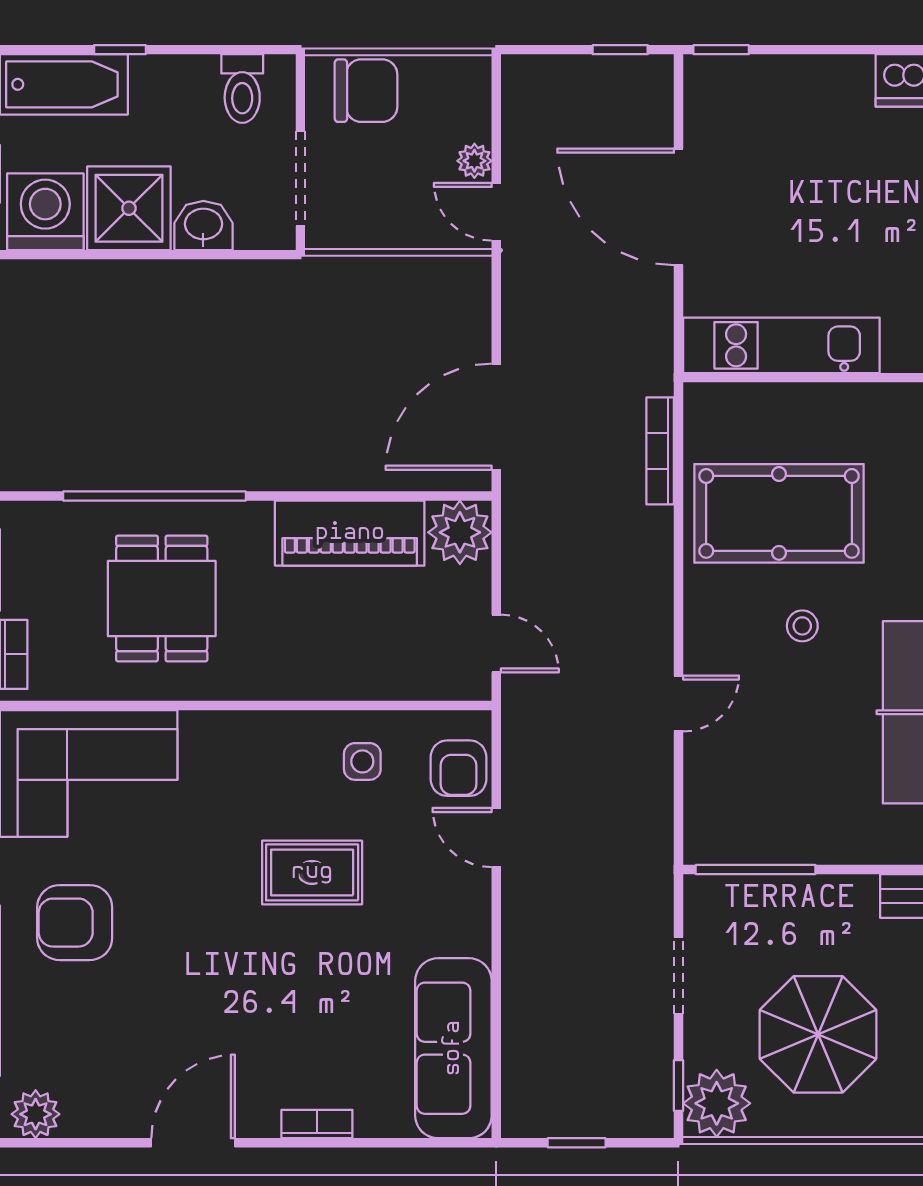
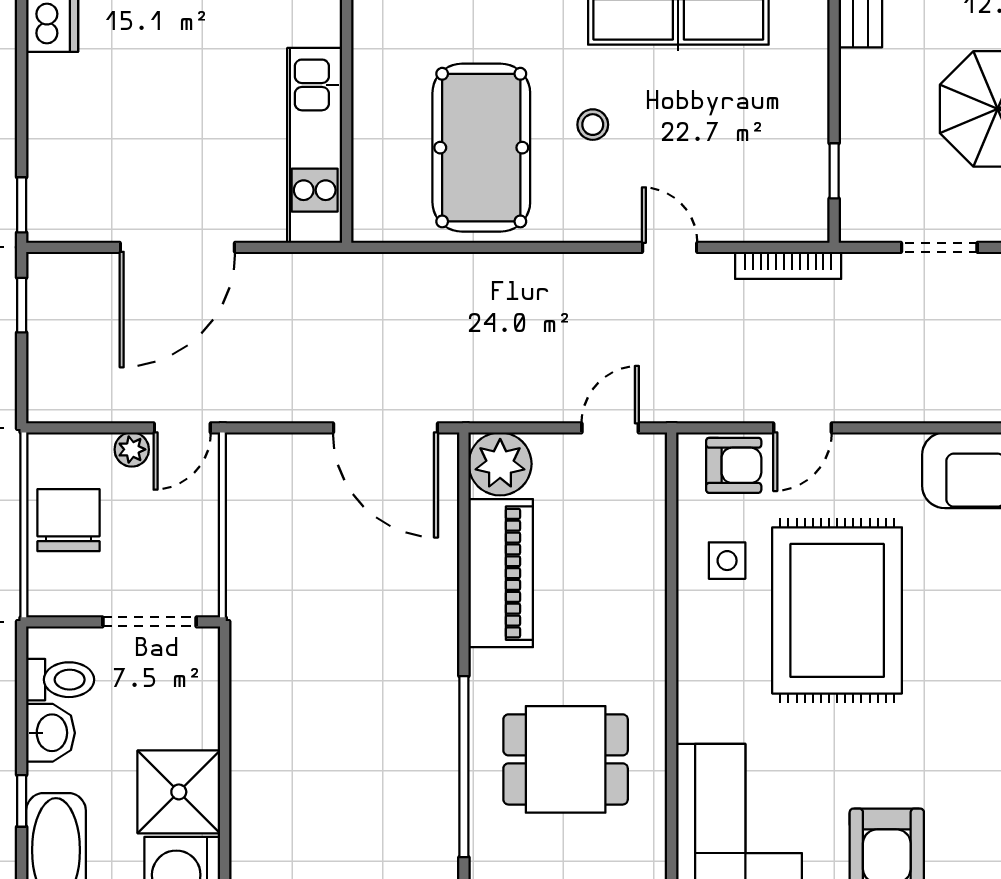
chair: (366, 91) -> (68, 520), moved
washbasin: (203, 225) -> (50, 733), moved, turned 180
bookcase: (660, 451) -> (788, 265), moved
window: (756, 869) -> (834, 171), width x0.46
rug: (312, 872) -> (837, 610), width x1.86, depth x2.06

